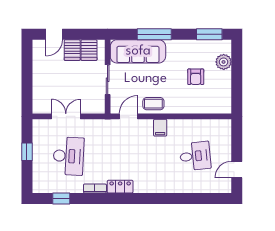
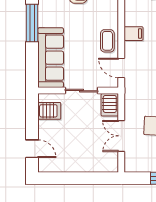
window: (154, 34) -> (32, 23), moved
server rack: (72, 50) -> (110, 105), moved, turned 90

